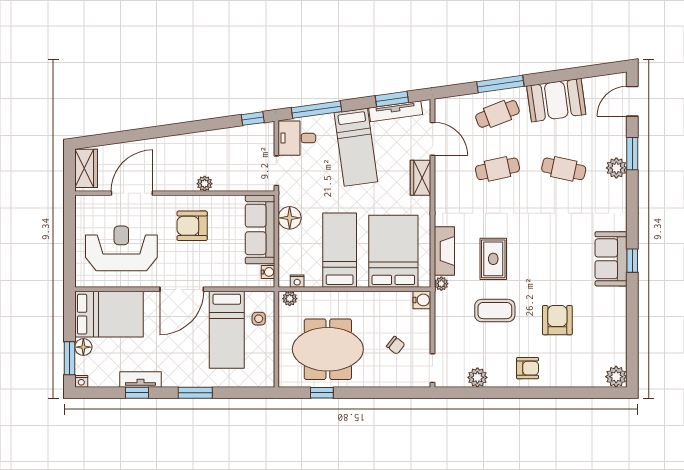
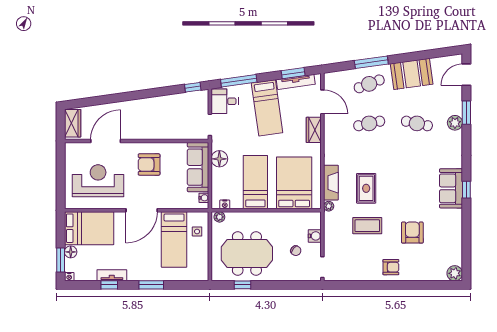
plant: (205, 184) -> (158, 134), removed
water cooler: (422, 300) -> (315, 236), moved
plant: (477, 377) -> (355, 274), removed

